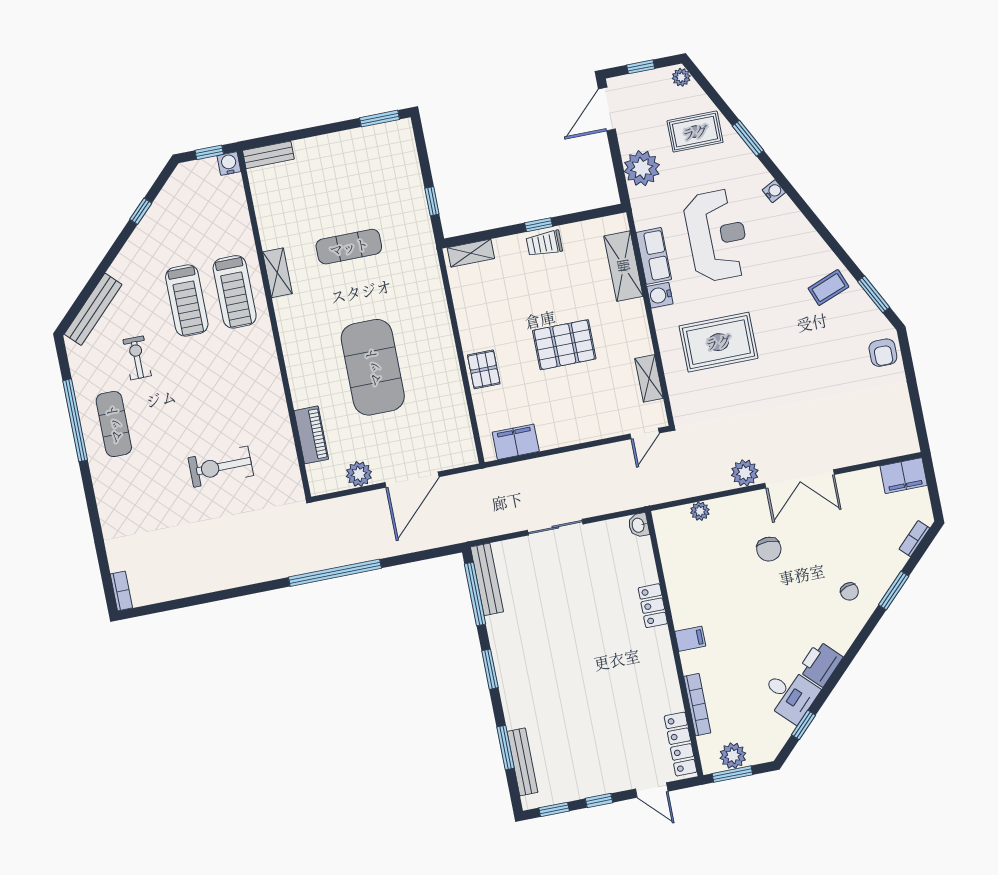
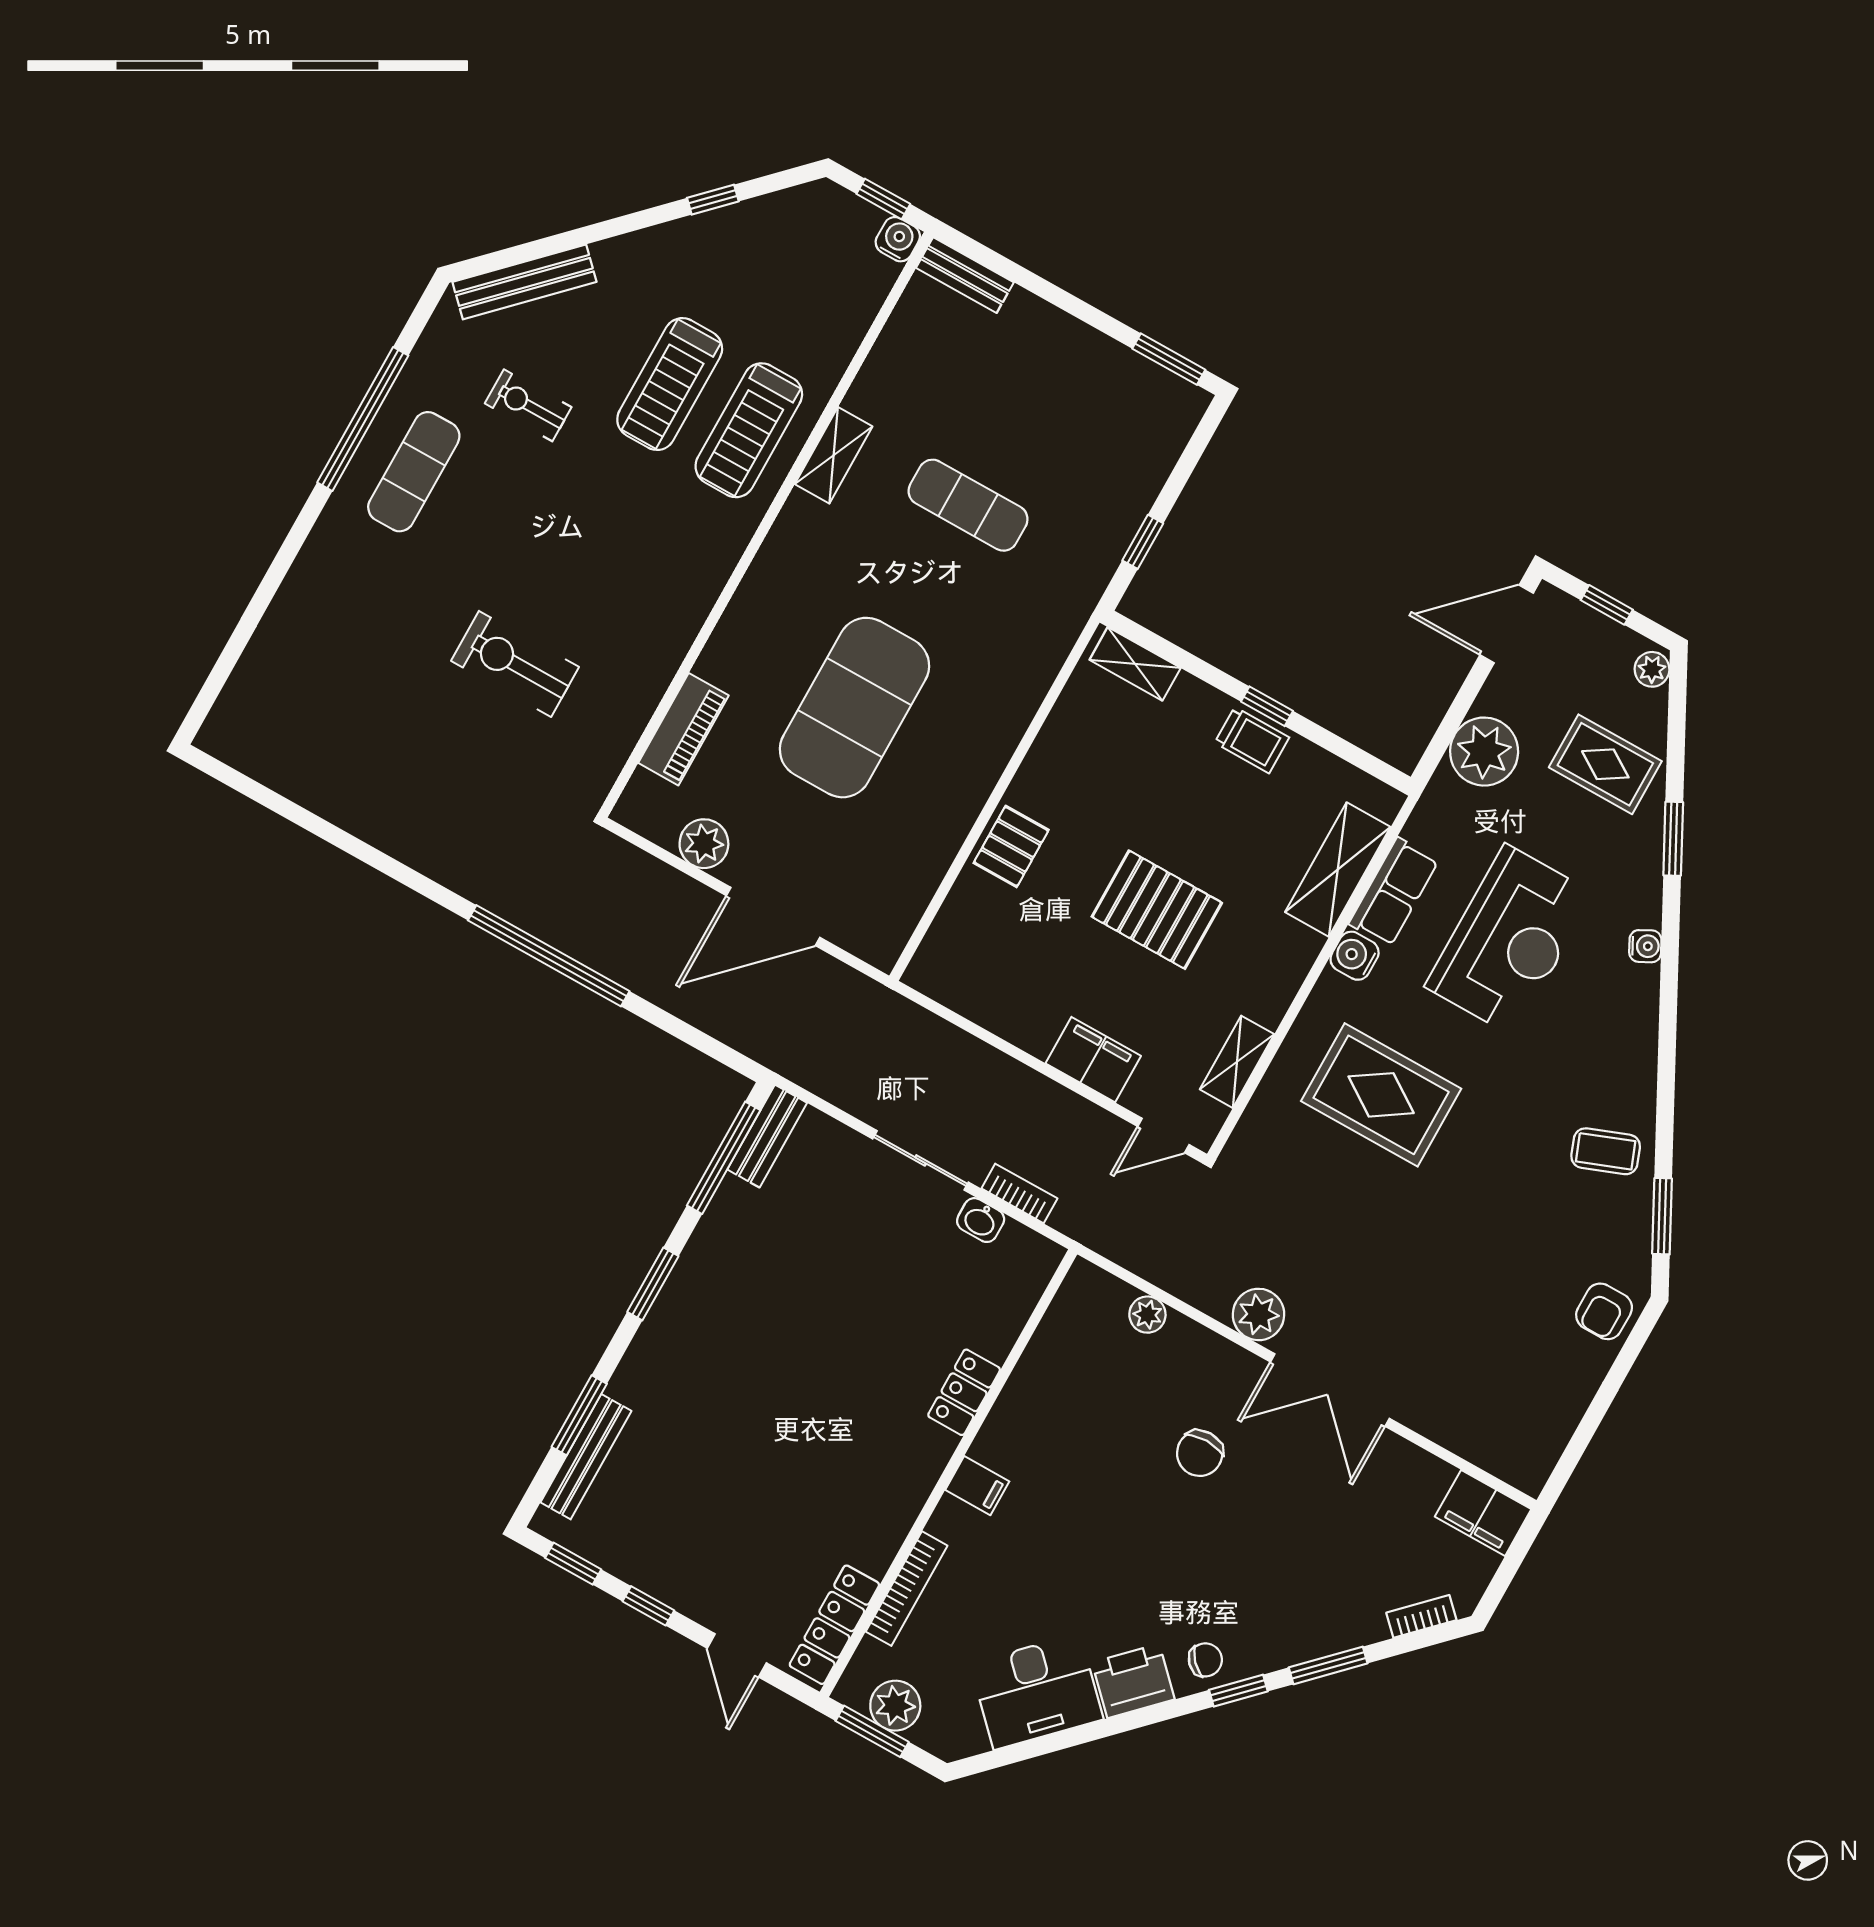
trolley: (544, 244) -> (1252, 740), turned 180
exercise bike: (137, 358) -> (528, 405), turned -90
filing cabinet: (516, 442) -> (1093, 1060), moved
washbasin: (639, 525) -> (981, 1220), moved, turned -90
bench: (487, 579) -> (767, 1136), width x0.73
bookcase: (121, 591) -> (1019, 1193), moved, turned -90
chair: (849, 591) -> (1205, 1660), moved, turned -115
desk: (790, 694) -> (1037, 1692), width x1.37
window: (804, 725) -> (1238, 1691), moved

